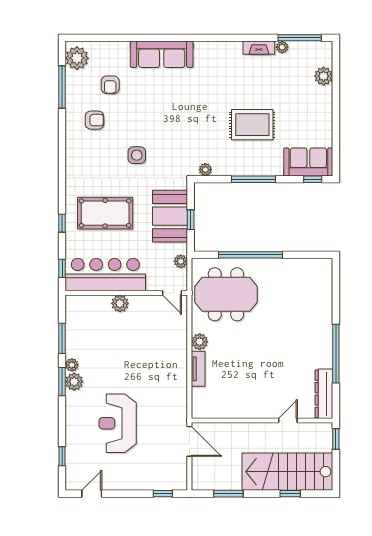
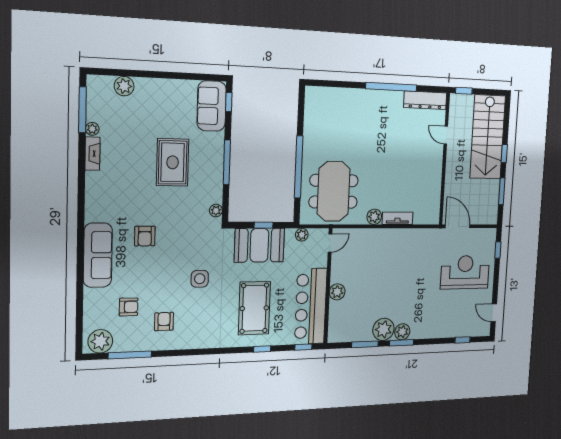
armchair: (180, 99) -> (145, 236), added
plant: (72, 365) -> (383, 329), width x1.88, depth x1.88
reception desk: (118, 423) -> (465, 272), moved, turned 180
door: (189, 441) -> (458, 226), hinge flipped
window: (290, 494) -> (504, 153), moved

